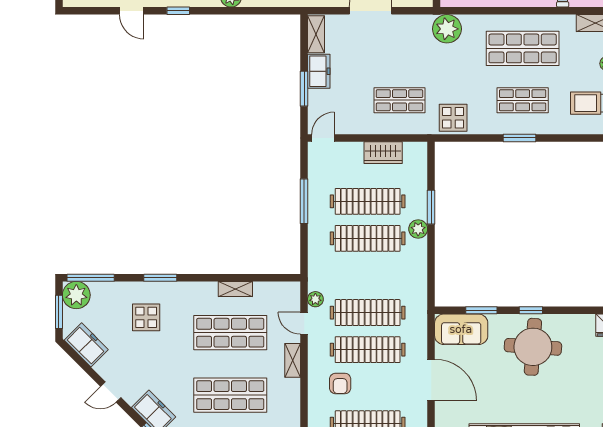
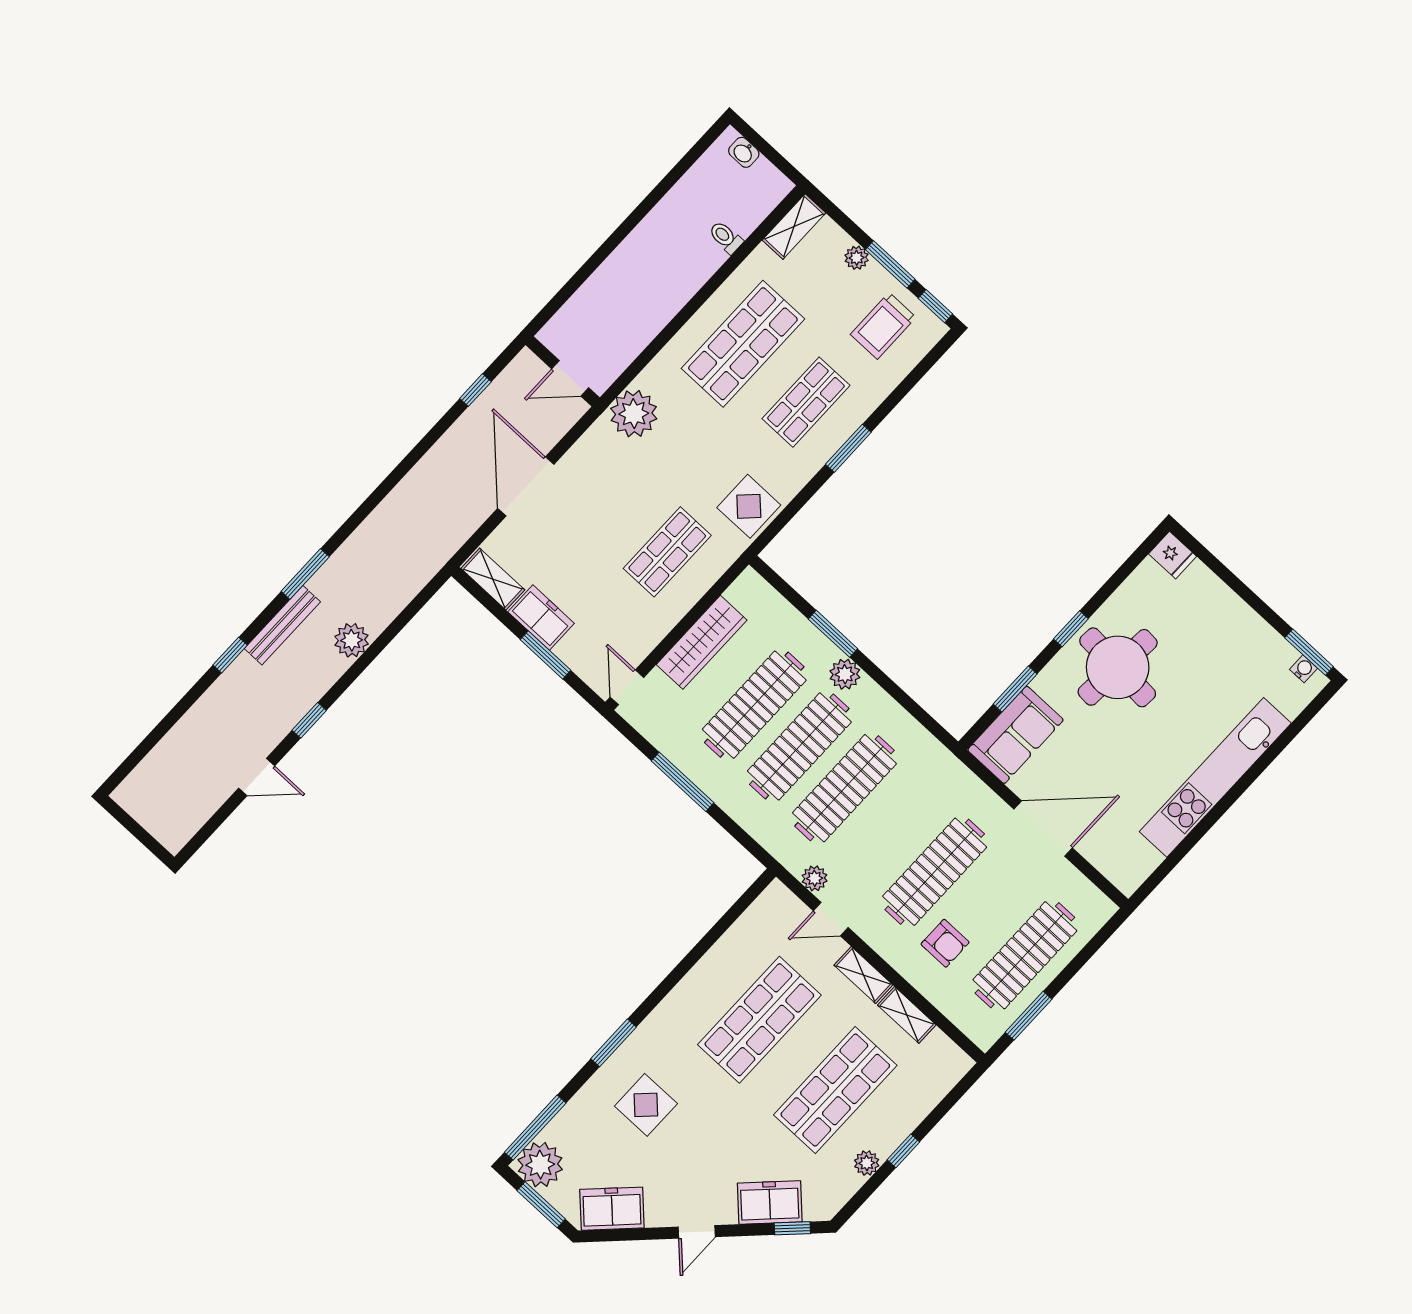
wardrobe: (383, 153) -> (702, 642), width x1.50
shelving: (235, 289) -> (907, 1015), moved, turned 90
clothes rail: (368, 313) -> (844, 788), moved

